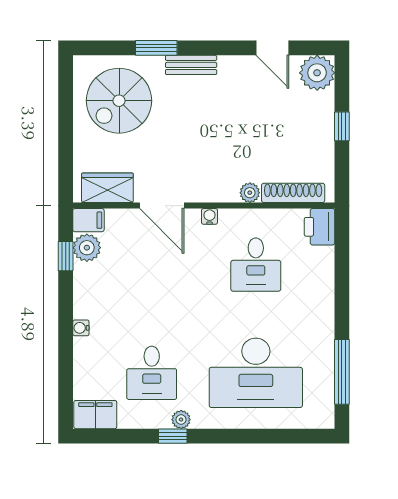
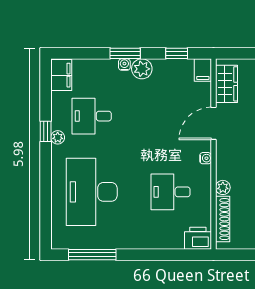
plant: (87, 248) -> (142, 69), moved
window: (66, 327) -> (125, 53), added

